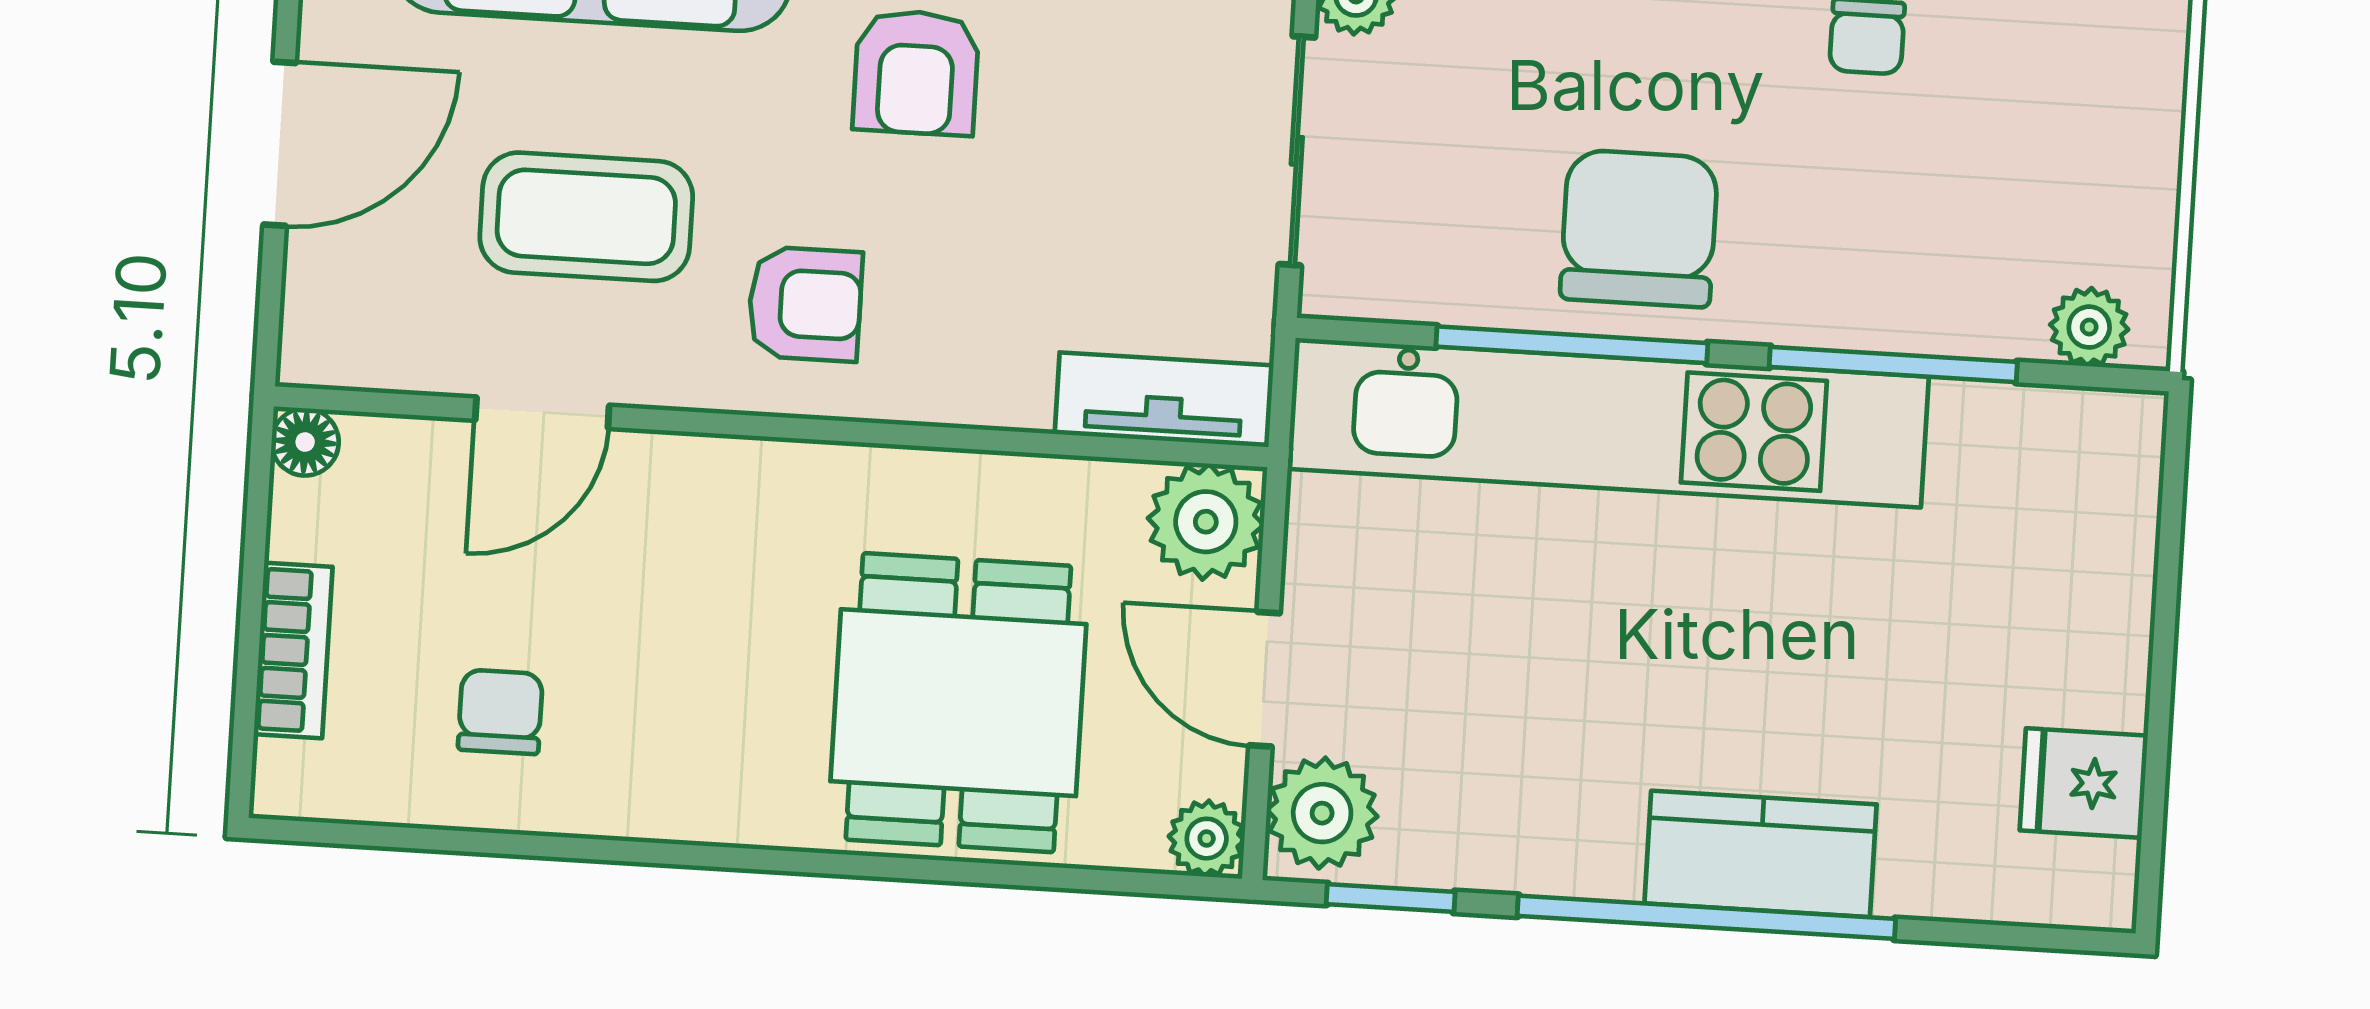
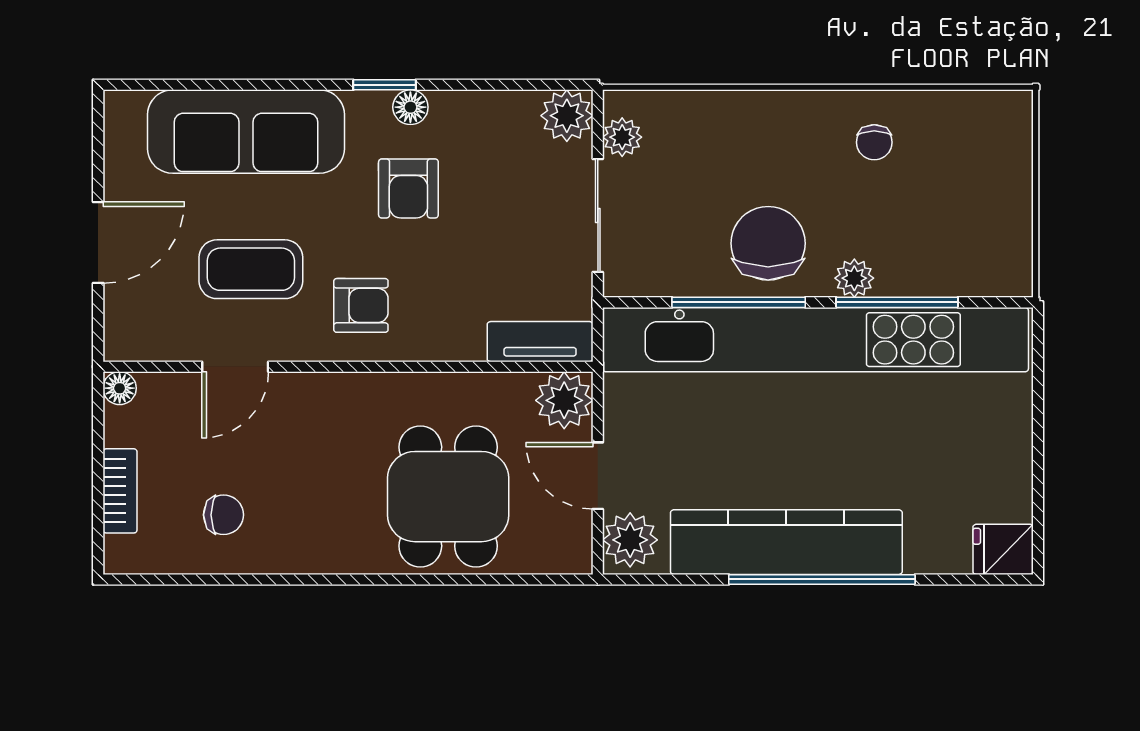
plant: (2089, 327) -> (854, 278), moved
kitchen unit: (1608, 423) -> (815, 340), width x1.36
chair: (500, 712) -> (224, 515), turned 90
fridge: (2084, 783) -> (1003, 549), moved
plant: (1207, 839) -> (574, 556), removed
kitchen counter: (1761, 854) -> (786, 542), width x2.08, depth x1.17
window: (1391, 898) -> (666, 579), removed

